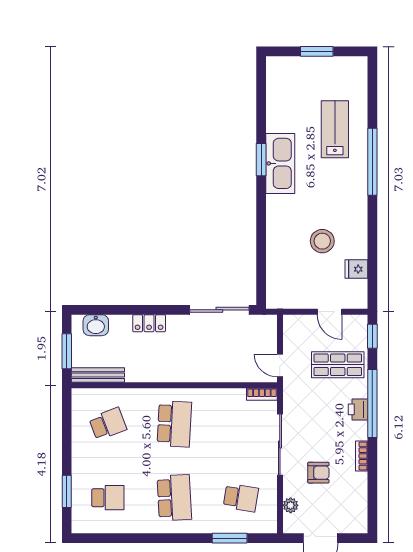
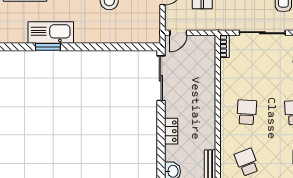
door: (280, 366) -> (178, 33), moved
school desk: (174, 424) -> (247, 112), width x0.54

